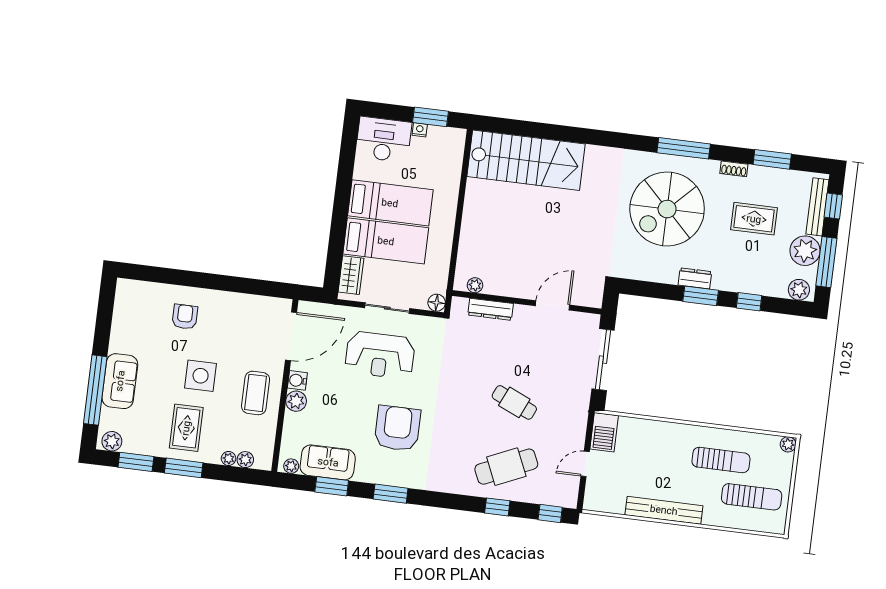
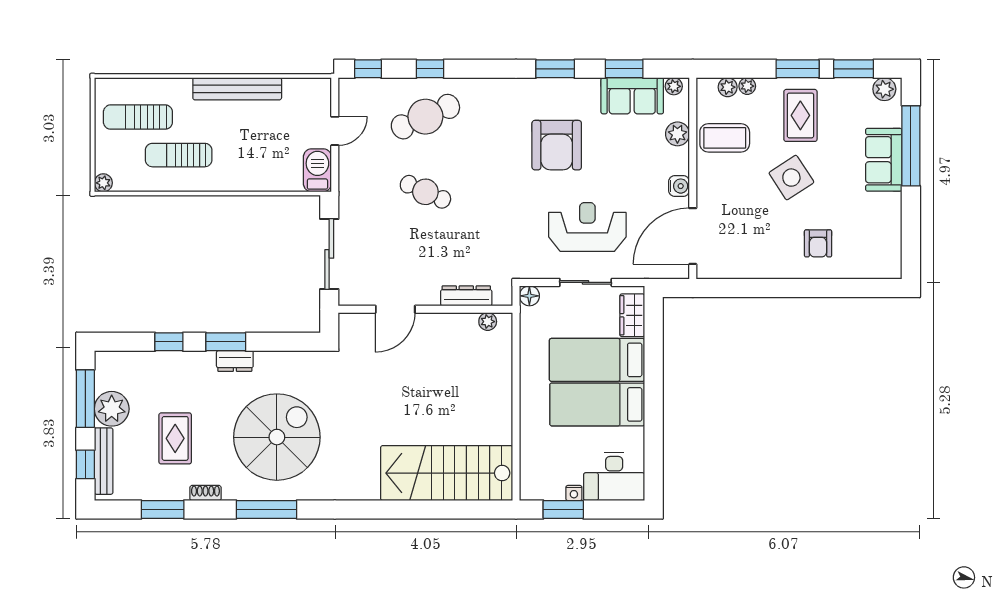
rug: (754, 219) -> (175, 438), turned 90
plant: (799, 290) -> (113, 363), removed
side table: (201, 376) -> (791, 178), turned -33
coffee table: (256, 393) -> (725, 138), moved, turned 90
plant: (296, 401) -> (677, 134), moved

